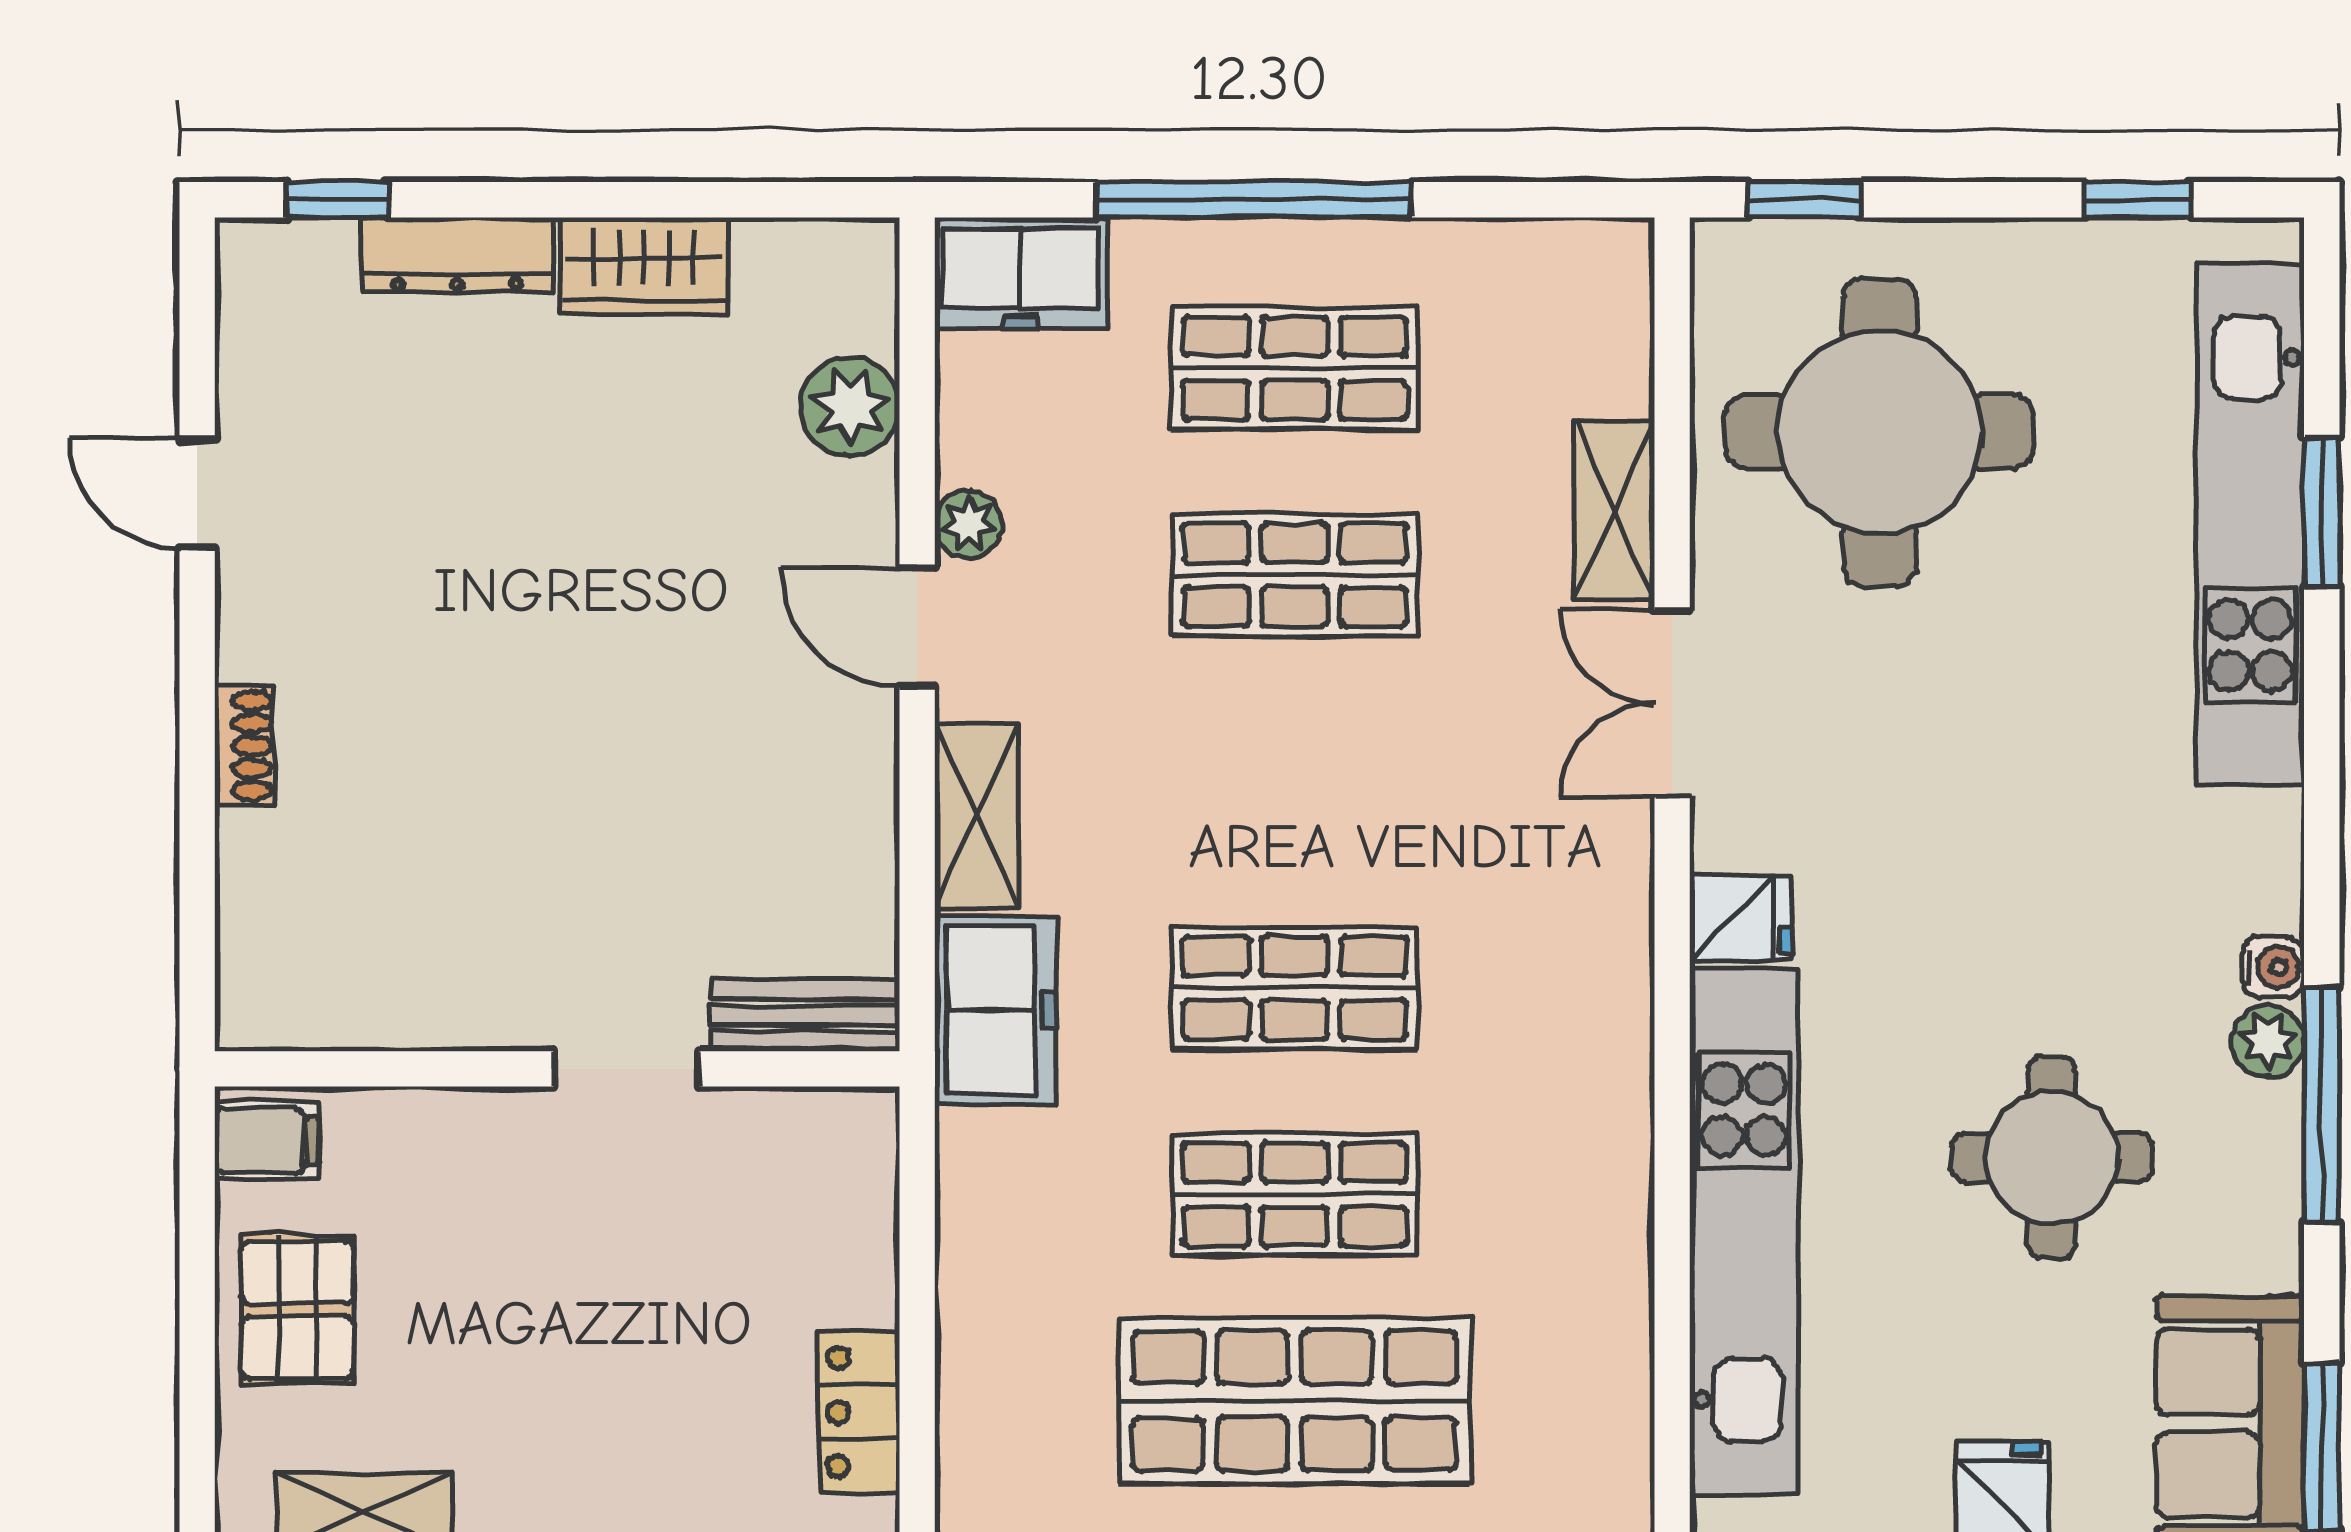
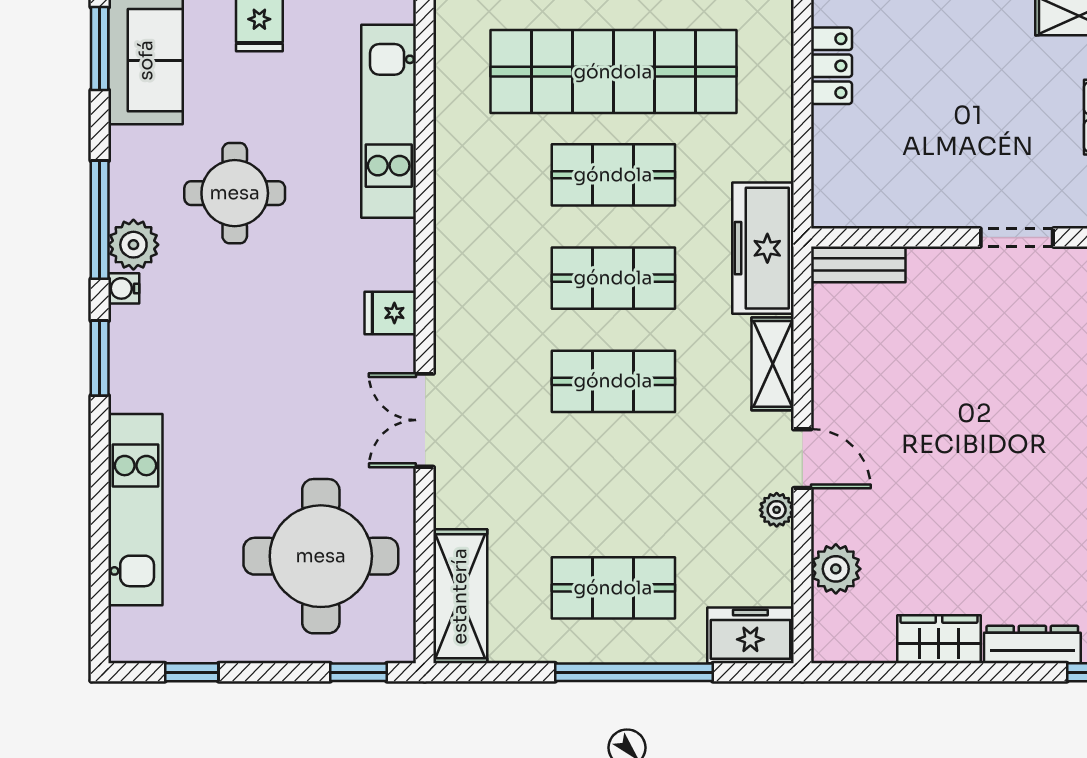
shelving: (1614, 510) -> (460, 596), moved, width x1.50, depth x1.33
window: (2322, 513) -> (100, 358), moved
kitchen unit: (2250, 525) -> (135, 510), width x0.73
shop shelf: (1295, 575) -> (613, 381), moved
double door: (1672, 704) -> (425, 420), swing flipped
freezer: (996, 1010) -> (763, 248), width x1.40
plant: (2268, 1041) -> (133, 245), width x1.38, depth x1.38
doorway: (626, 1069) -> (1017, 238), moved
kitchen unit: (1744, 1231) -> (389, 121), width x0.73
shop shelf: (1295, 1401) -> (613, 72), width x1.40

